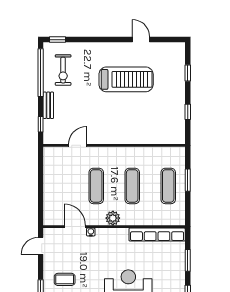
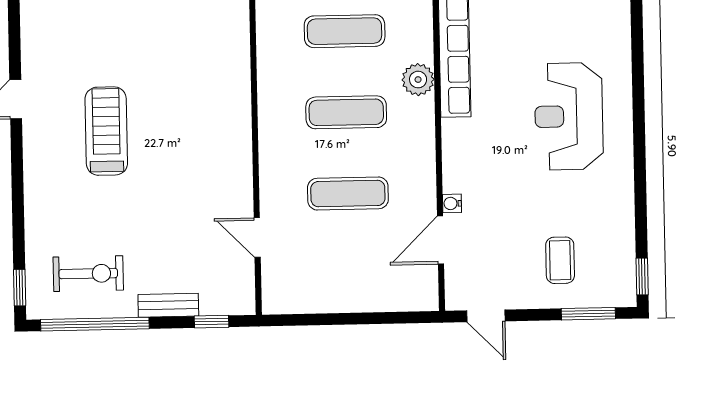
treadmill: (126, 79) -> (106, 131), width x0.73, depth x0.73
plant: (113, 218) -> (418, 80), moved

